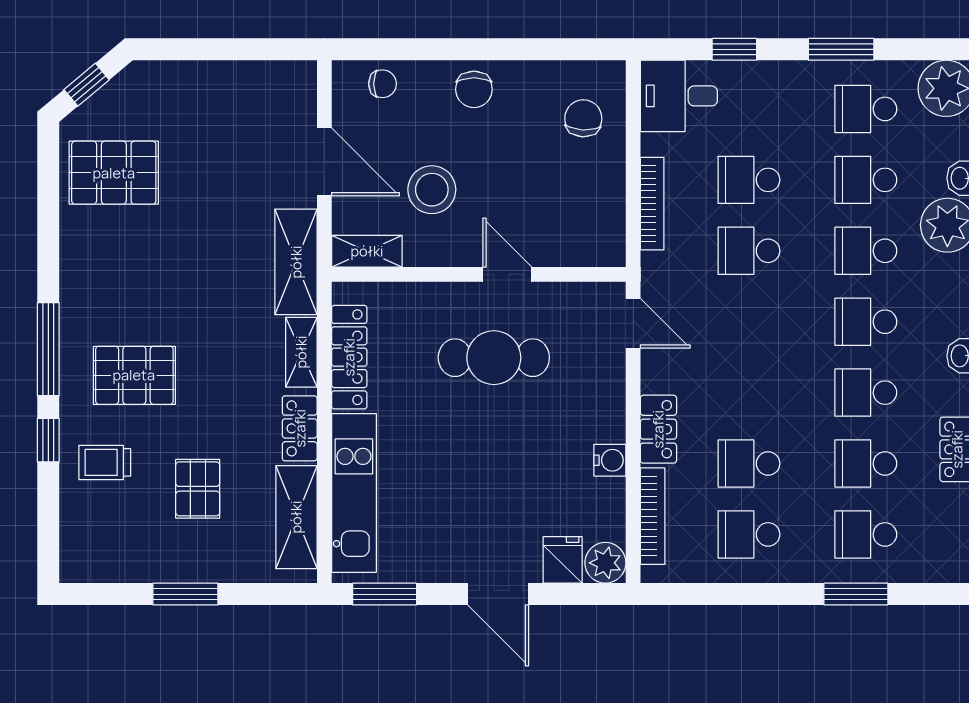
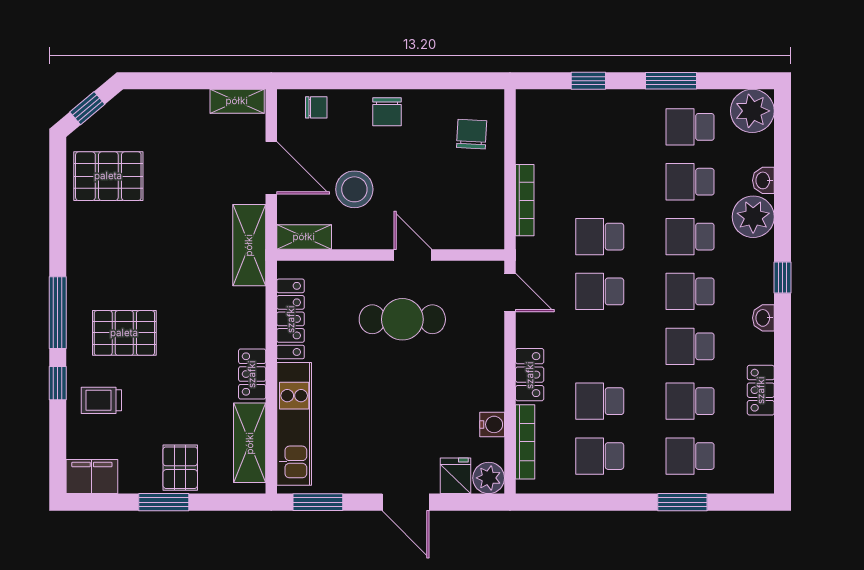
desk: (679, 96) -> (545, 117), removed
school desk: (749, 180) -> (600, 291), moved
shelving: (301, 352) -> (237, 101), moved, turned 90
water cooler: (610, 460) -> (492, 424), moved
pallet: (198, 489) -> (180, 468), moved
filing cabinet: (92, 561) -> (92, 477), added

